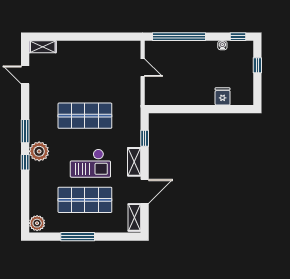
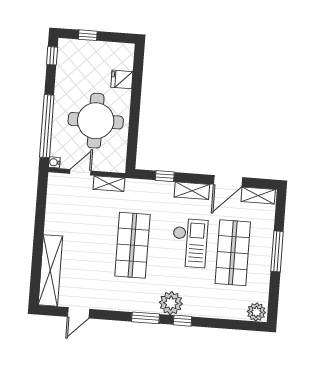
water cooler: (222, 45) -> (54, 162), moved
shelving: (43, 47) -> (50, 270), width x2.20, depth x1.33
round table: (187, 77) -> (96, 121), added
shelving: (135, 92) -> (109, 184), added
door: (145, 191) -> (228, 181), swing flipped
window: (78, 237) -> (277, 251), moved

